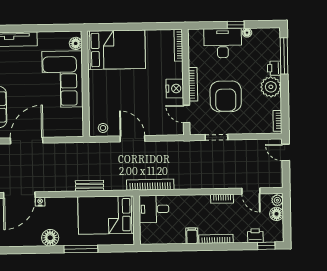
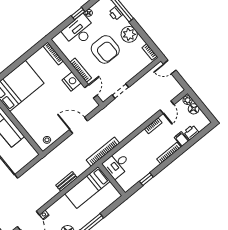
printer: (274, 68) -> (116, 13), moved
armchair: (226, 96) -> (105, 49), moved
door: (186, 114) -> (91, 91), swing flipped
door: (132, 139) -> (79, 125), moved
door: (251, 191) -> (167, 107), hinge flipped
bed: (106, 215) -> (88, 188), width x0.67
filing cabinet: (192, 236) -> (182, 139), moved
window: (266, 246) -> (146, 179), moved

